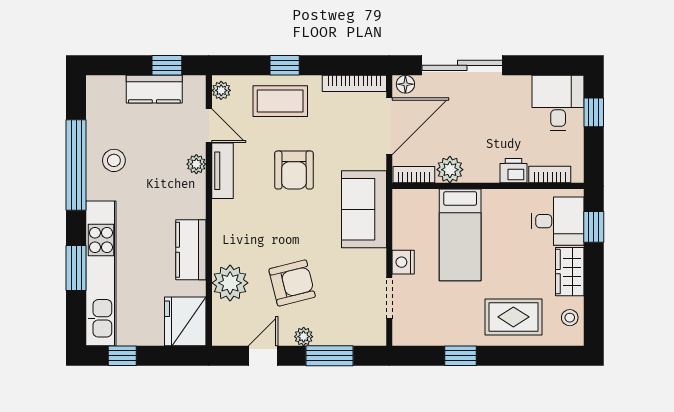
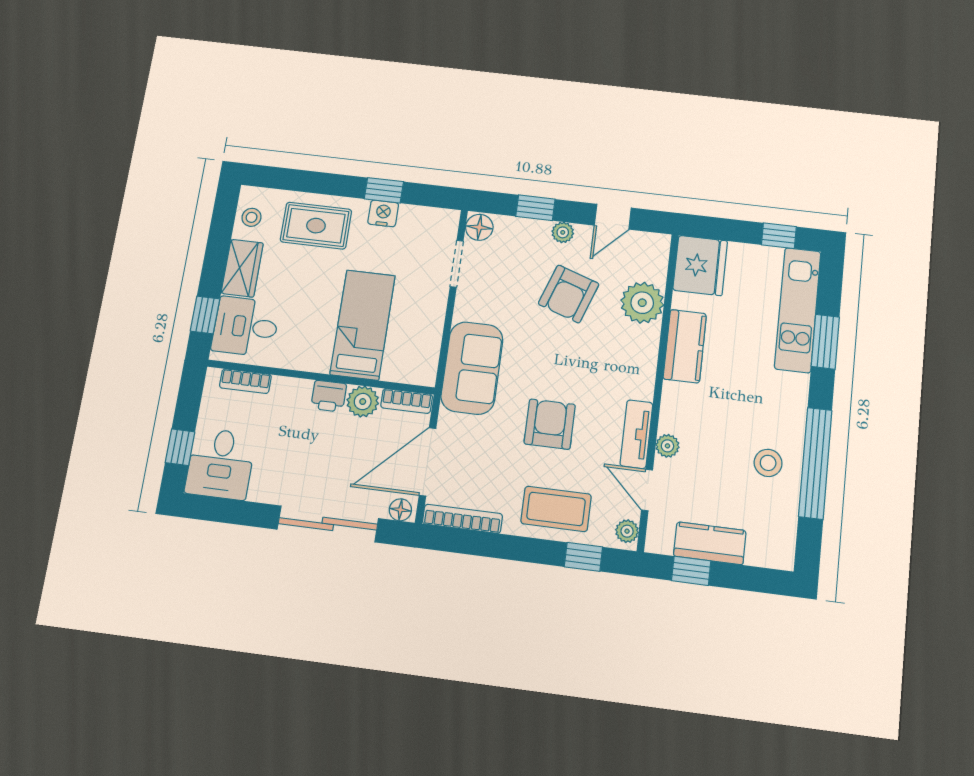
window: (285, 65) -> (583, 557), moved
printer: (513, 171) -> (329, 396), moved
nightstand: (403, 262) -> (383, 213), moved, turned -90
kitchen unit: (101, 273) -> (798, 310), width x0.73
armchair: (292, 283) -> (569, 294), turned -57
floor lamp: (375, 332) -> (479, 227), added
window: (329, 356) -> (535, 208), width x0.67

